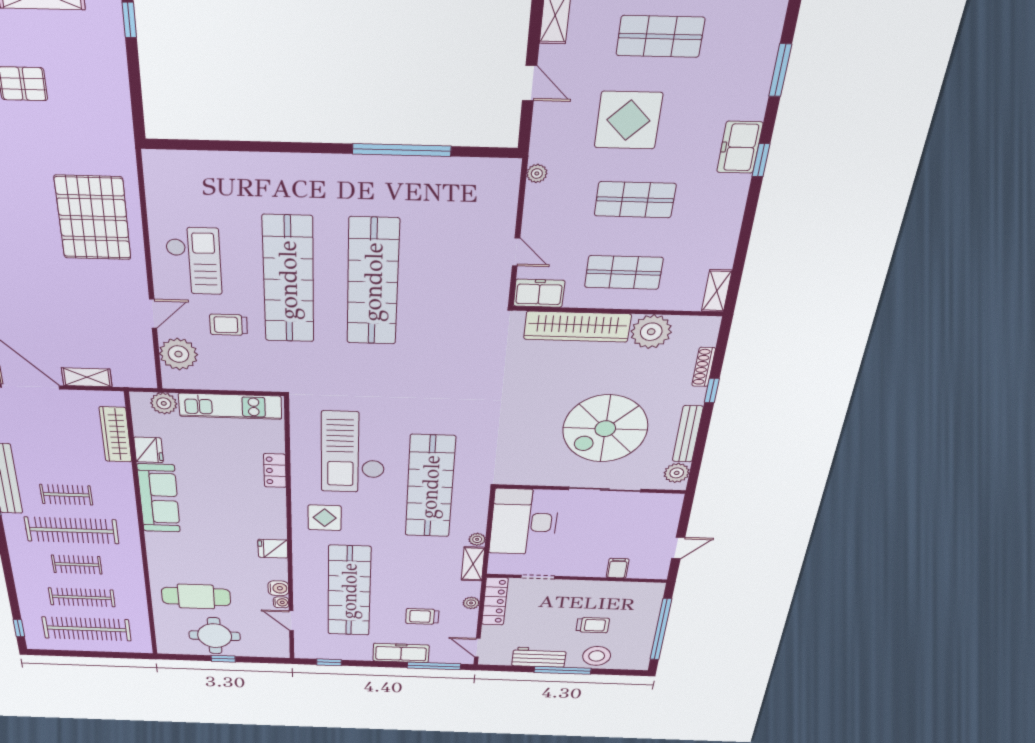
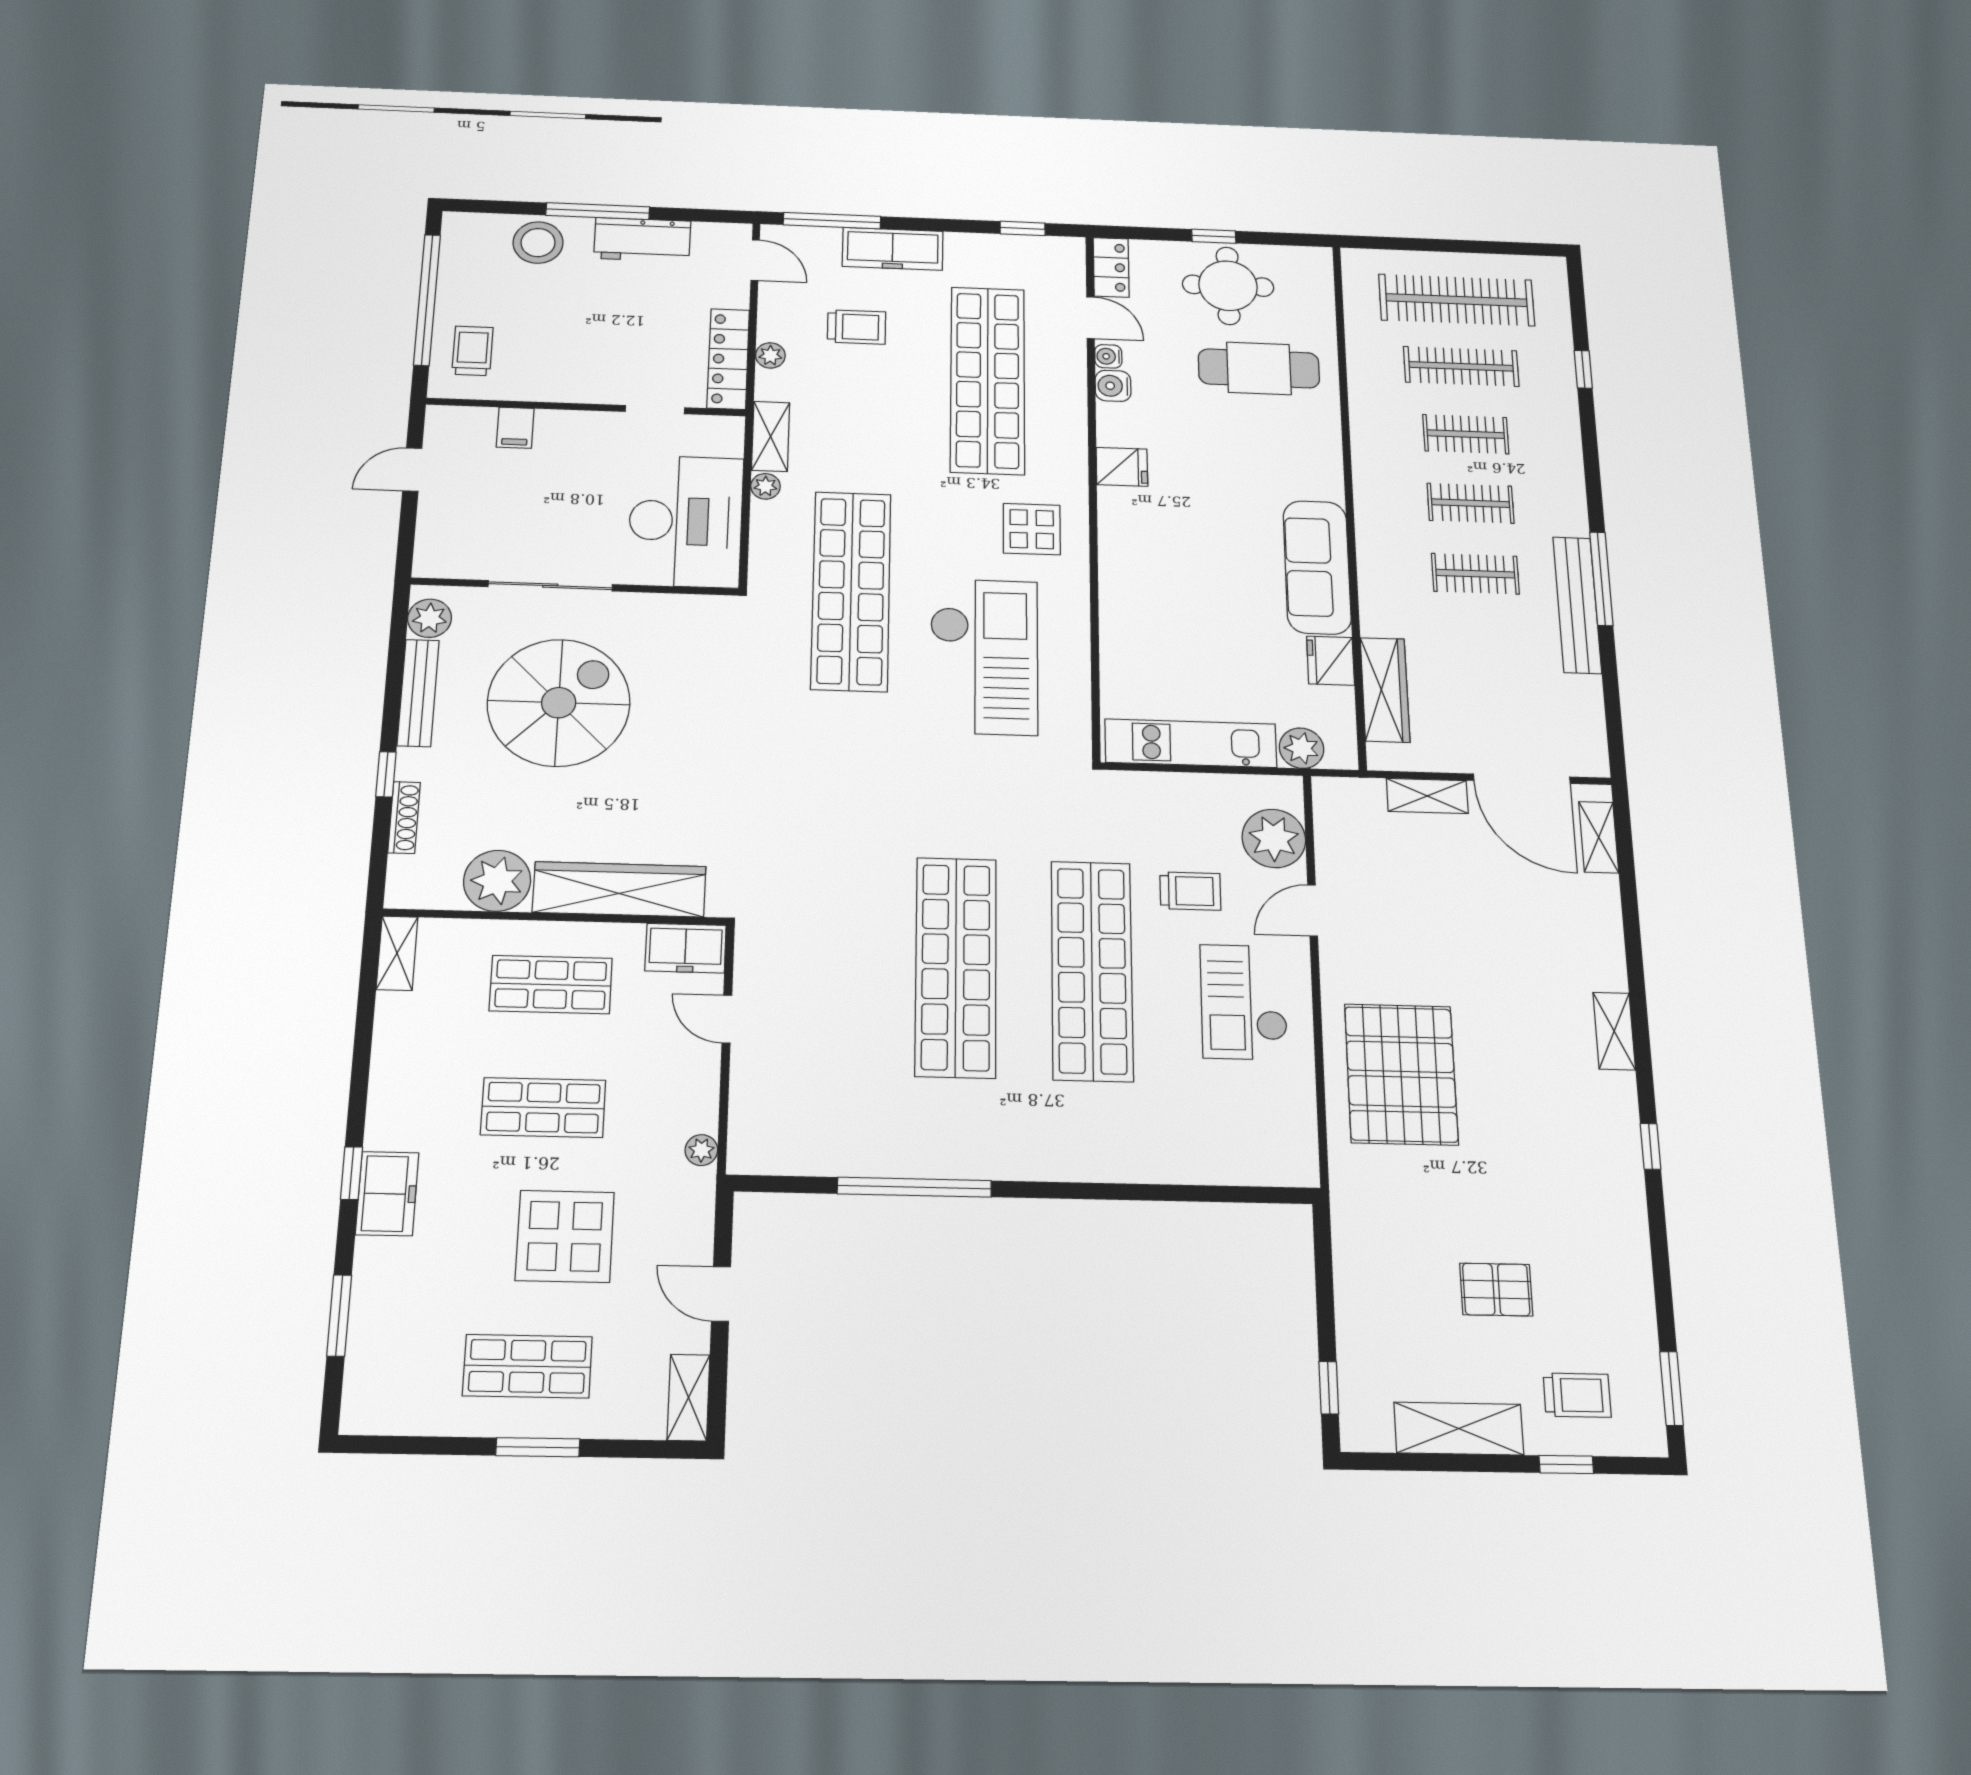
locker: (275, 471) -> (1111, 267), moved
clothes rail: (72, 530) -> (1471, 503), width x0.54, depth x0.76
trolley: (593, 625) -> (473, 351), moved, turned 90
window: (19, 628) -> (1583, 369), moved

